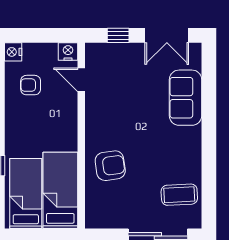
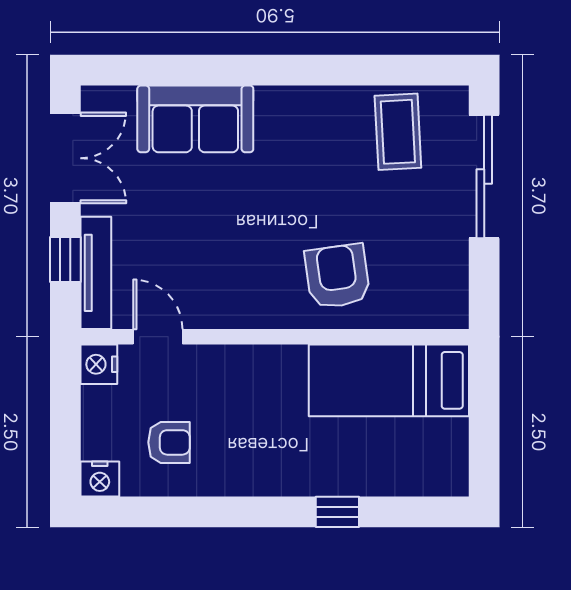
tv unit: (112, 50) -> (96, 273), added
door: (81, 80) -> (158, 337), swing flipped
armchair: (31, 85) -> (169, 442), turned -90
bed: (26, 194) -> (396, 452), removed

